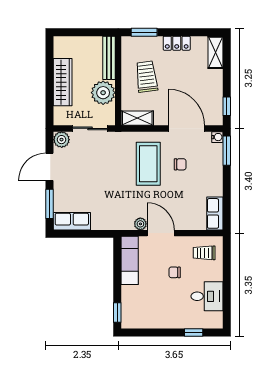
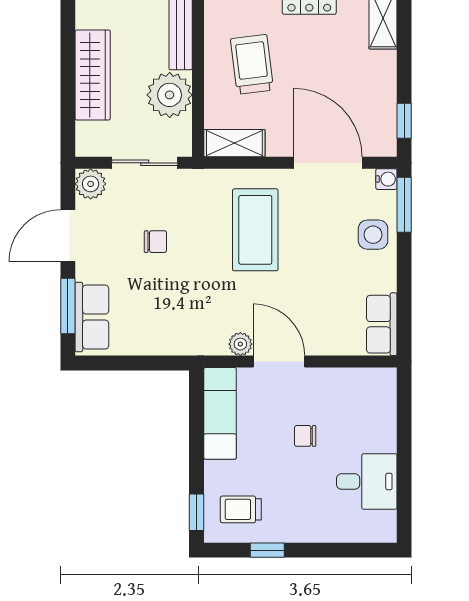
chair: (180, 164) -> (155, 242), moved
side table: (210, 166) -> (373, 235), added
row of seats: (72, 221) -> (92, 317), moved, turned 90
trolley: (204, 253) -> (241, 509), moved
window: (194, 332) -> (267, 550), moved

